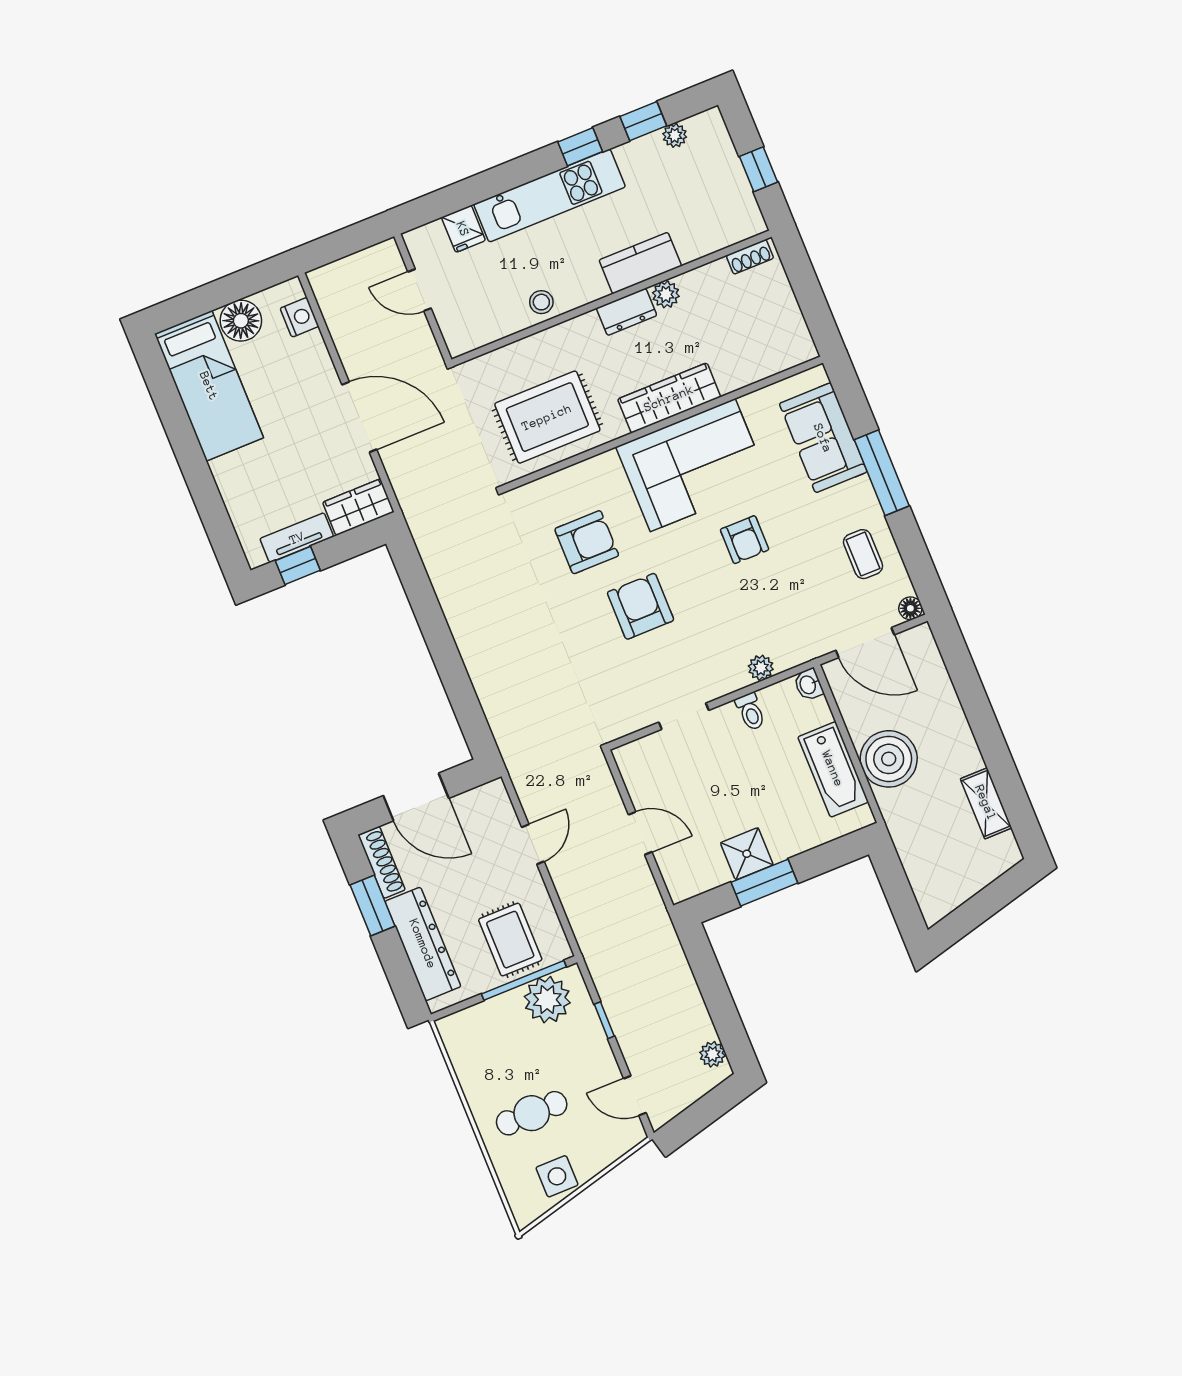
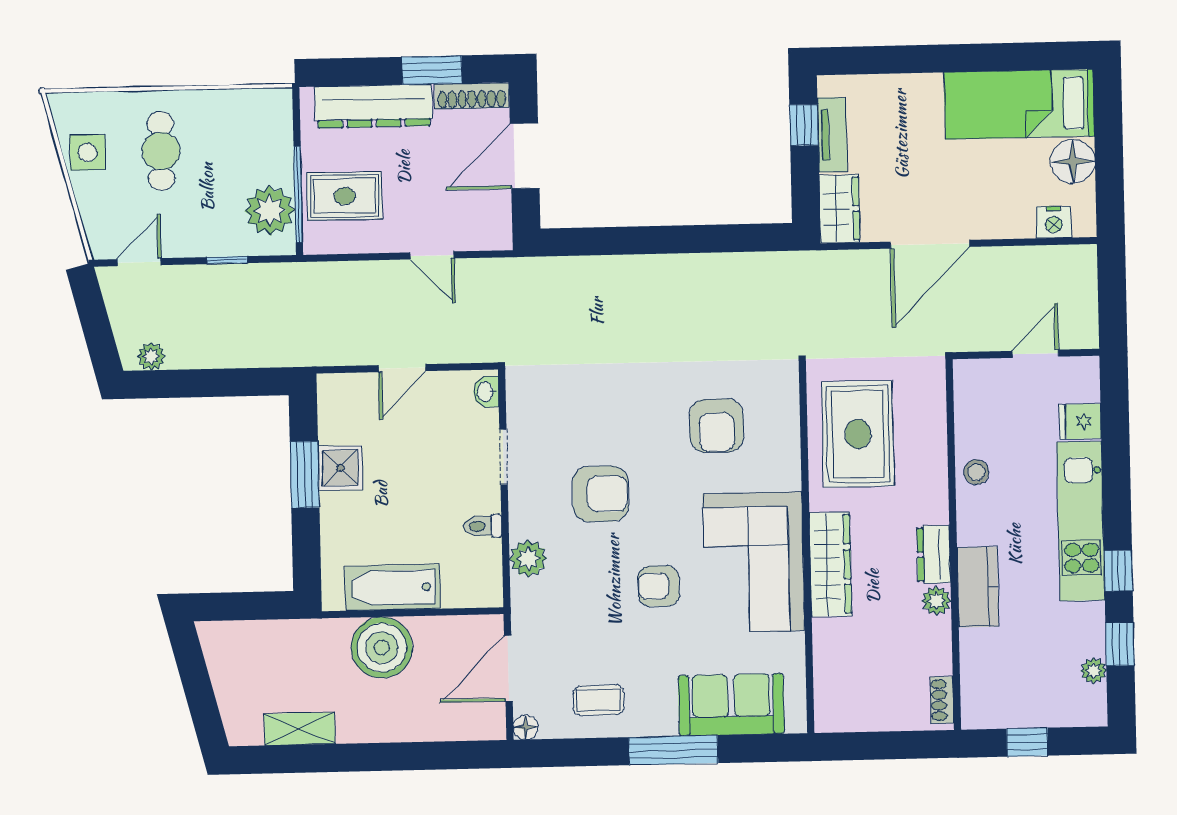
armchair: (641, 606) -> (601, 494), moved
plant: (761, 668) -> (528, 558), width x1.38, depth x1.38
washbasin: (808, 685) -> (486, 392), moved, turned -90

